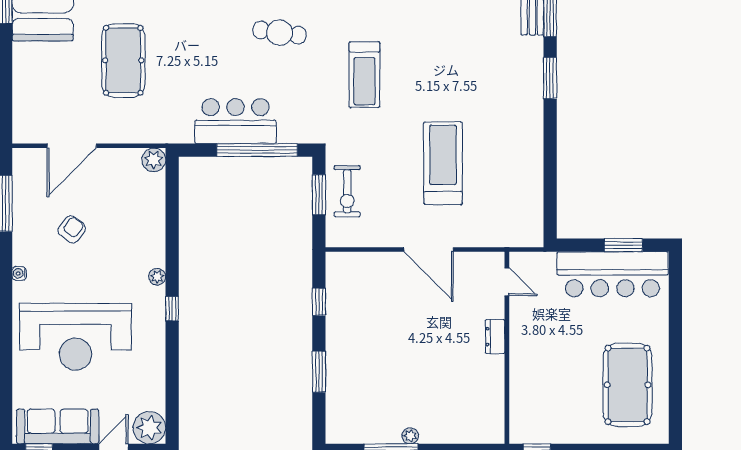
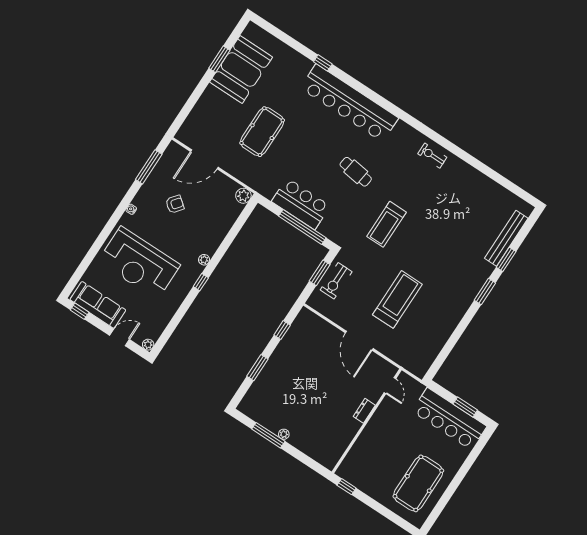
plant: (149, 428) -> (148, 345), width x0.53, depth x0.53

